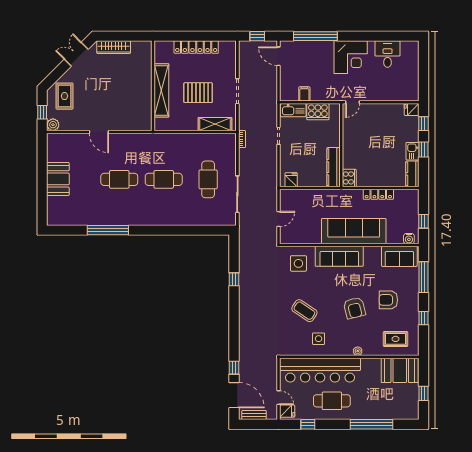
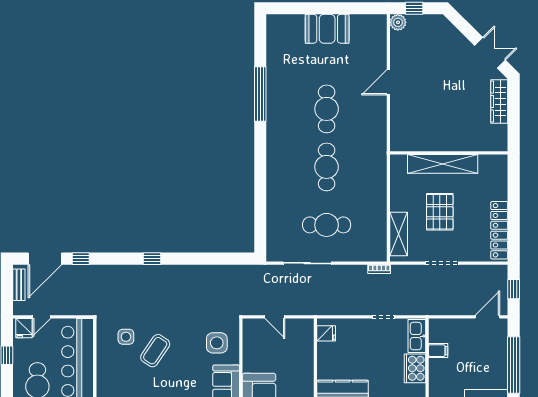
locker: (196, 47) -> (499, 230), moved
rug: (65, 96) -> (435, 37), removed
window: (234, 279) -> (152, 259), moved
side table: (319, 339) -> (126, 337), moved

